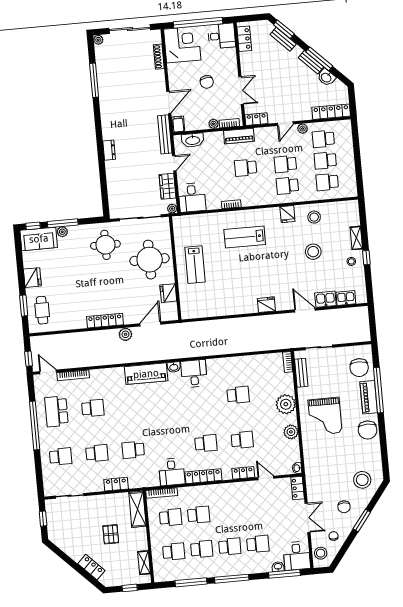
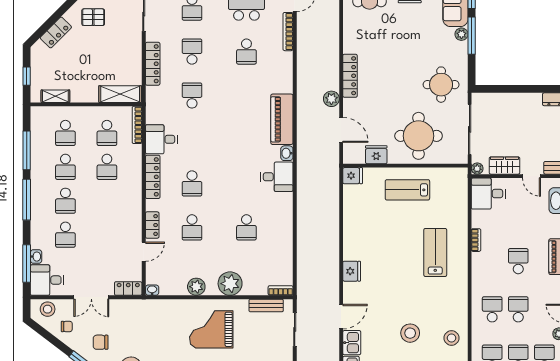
fridge: (287, 214) -> (353, 176), moved, turned 180
school desk: (97, 453) -> (192, 52), turned 180
locker: (116, 484) -> (153, 64), width x1.53
pallet: (111, 534) -> (93, 17), moved

